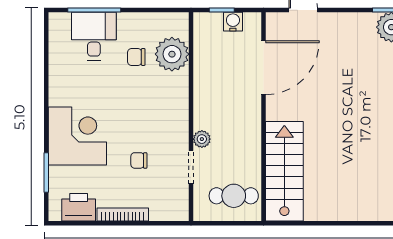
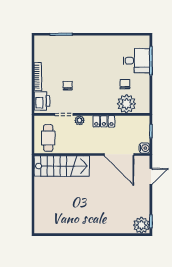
water cooler: (233, 22) -> (144, 148), moved
locker: (204, 95) -> (104, 121), added
corner desk: (77, 136) -> (81, 51), removed
printer: (79, 207) -> (42, 101), moved

